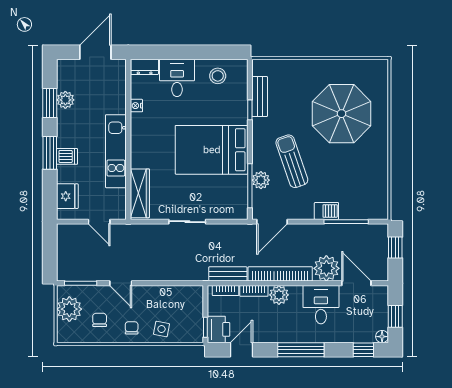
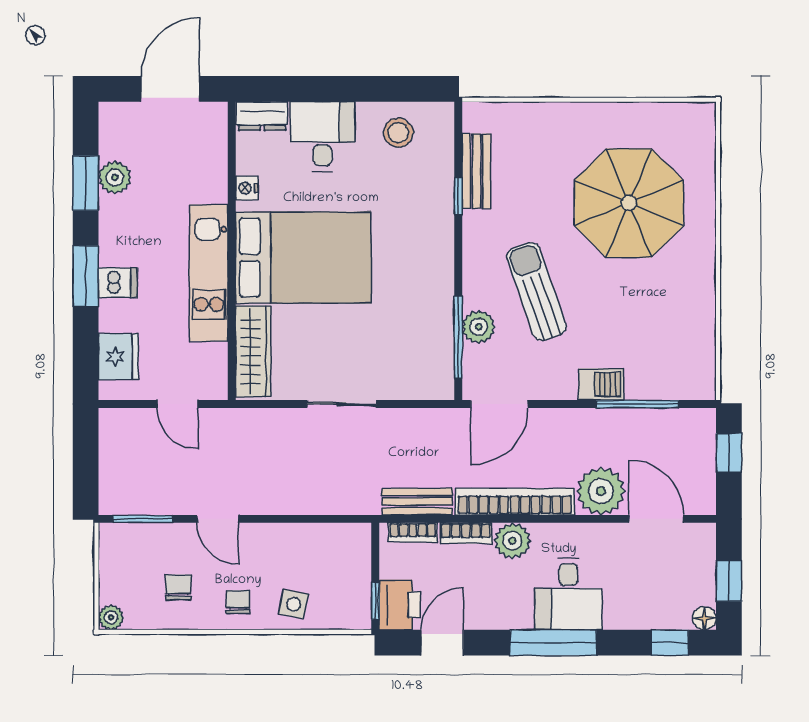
bed: (212, 150) -> (303, 258), moved, turned 180
desk: (321, 305) -> (568, 594), moved, turned 180
plant: (69, 309) -> (111, 617), moved, width x0.53, depth x0.53

